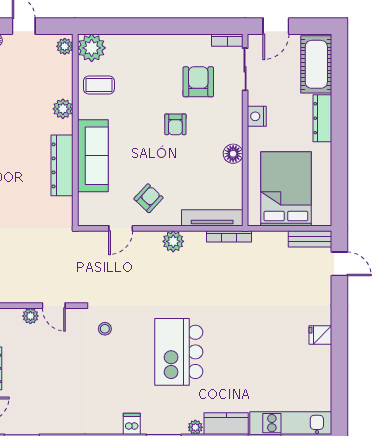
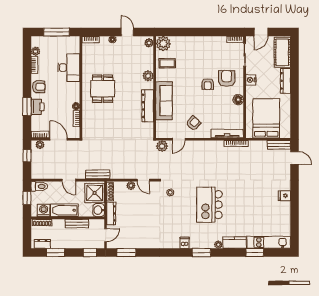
armchair: (198, 82) -> (227, 78), moved
plant: (173, 241) -> (162, 146), moved

